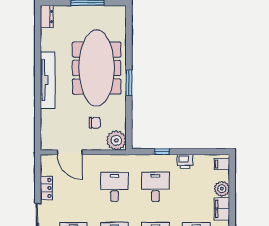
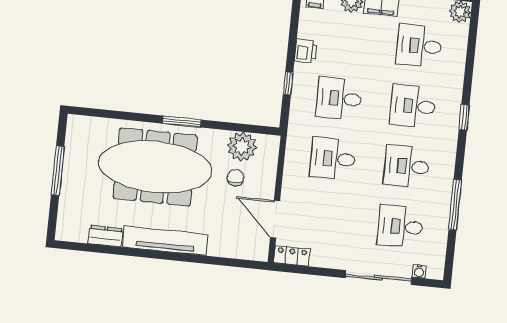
dresser: (47, 17) -> (105, 236), moved
plant: (116, 140) -> (242, 147), moved
door: (70, 152) -> (275, 219), swing flipped
locker: (46, 188) -> (292, 256), moved

